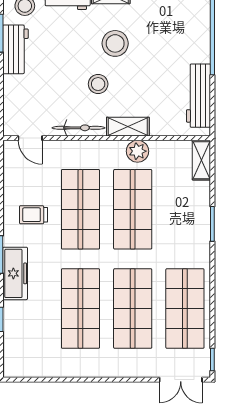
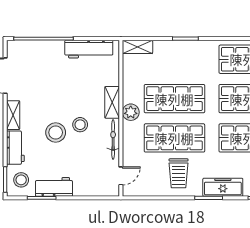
stool: (115, 43) -> (56, 132), moved
plant: (138, 151) -> (131, 112), moved
trolley: (34, 215) -> (179, 173), width x1.36, depth x1.39

